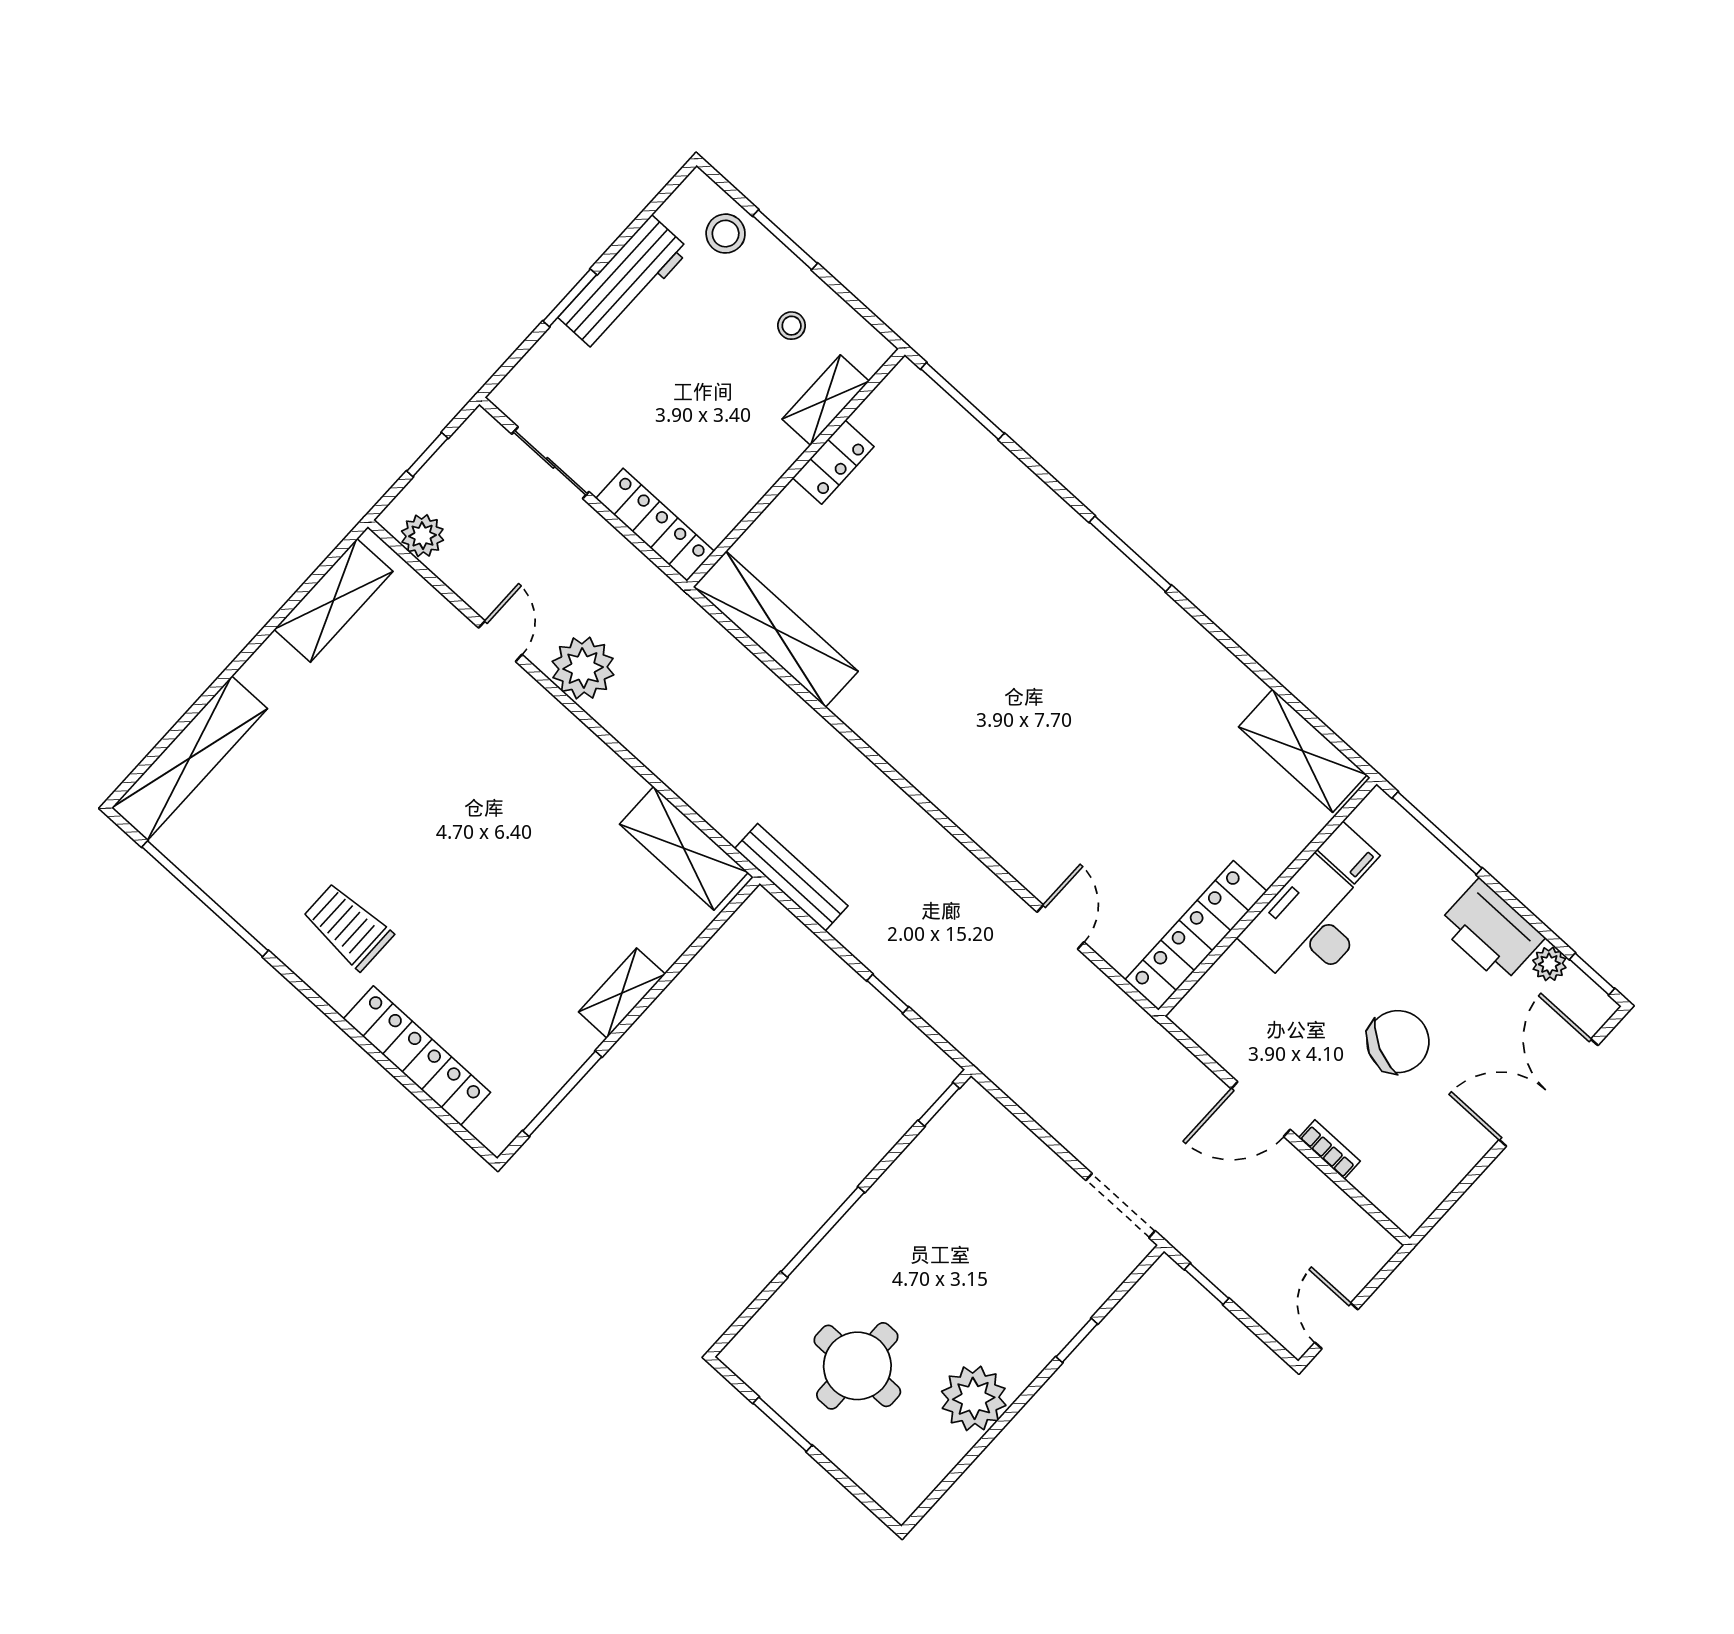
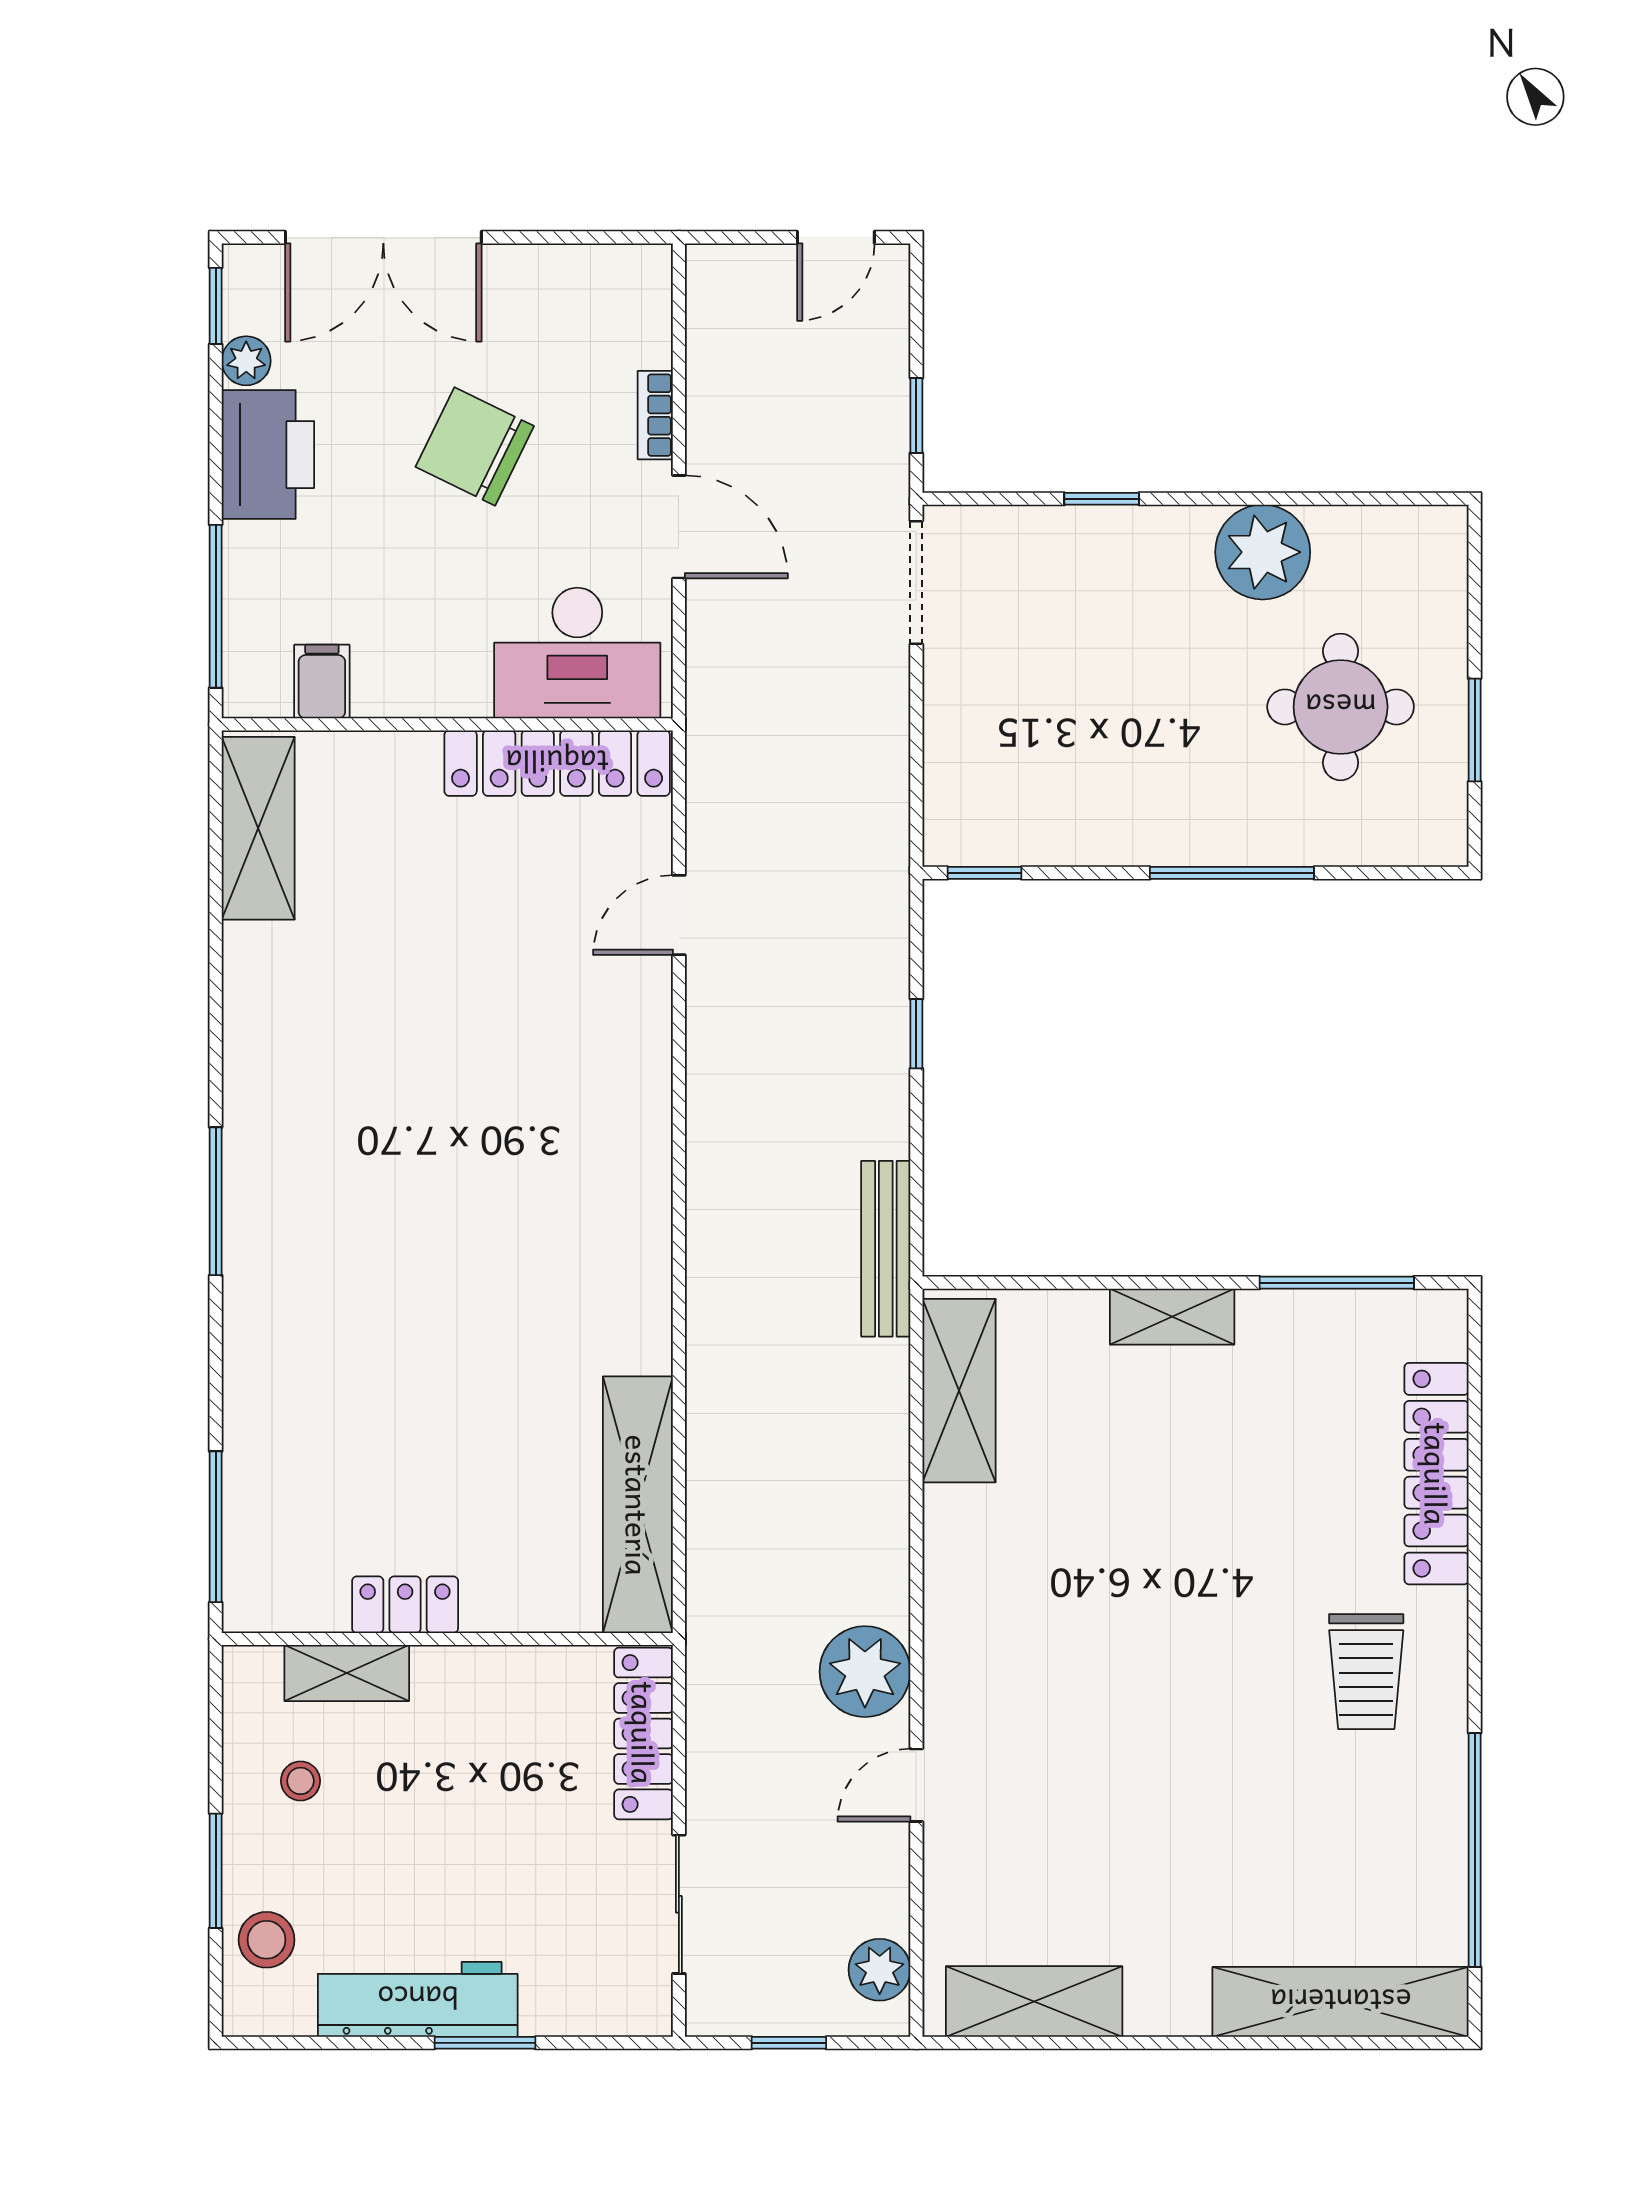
desk: (1309, 925) -> (577, 653), moved

